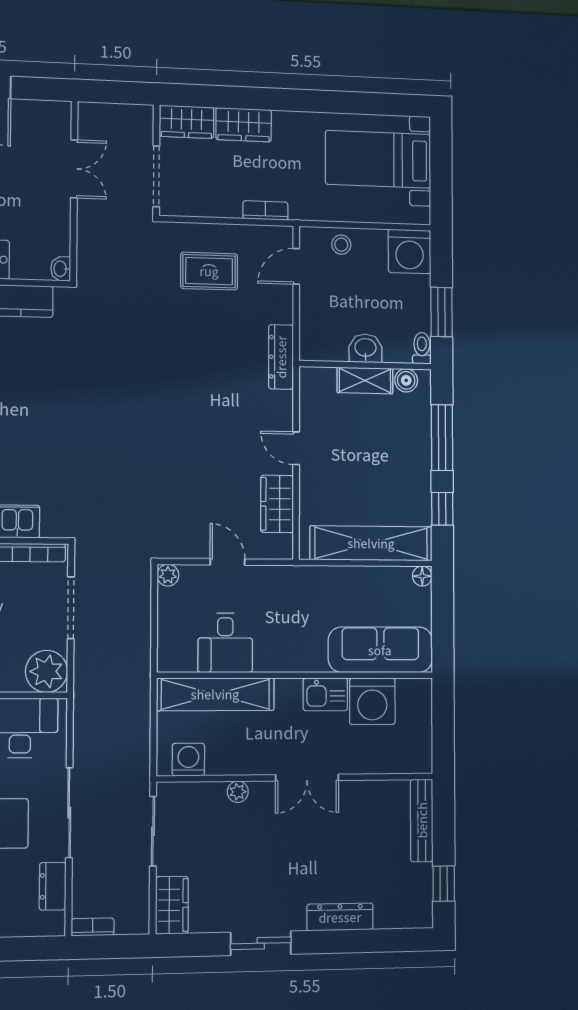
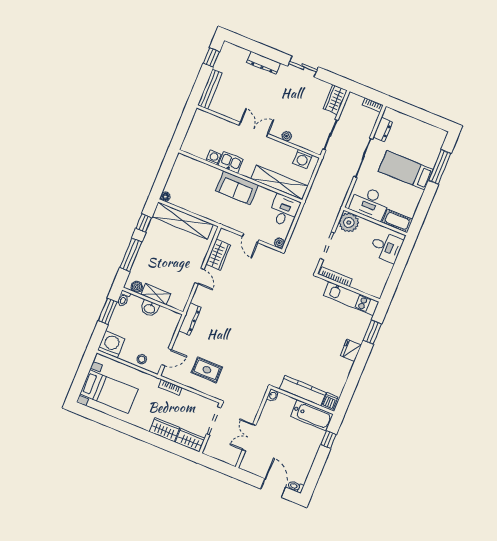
desk: (225, 643) -> (284, 211), moved
sofa: (380, 650) -> (237, 188), moved, width x0.73
washing machine: (372, 701) -> (214, 158), width x0.53, depth x0.53

